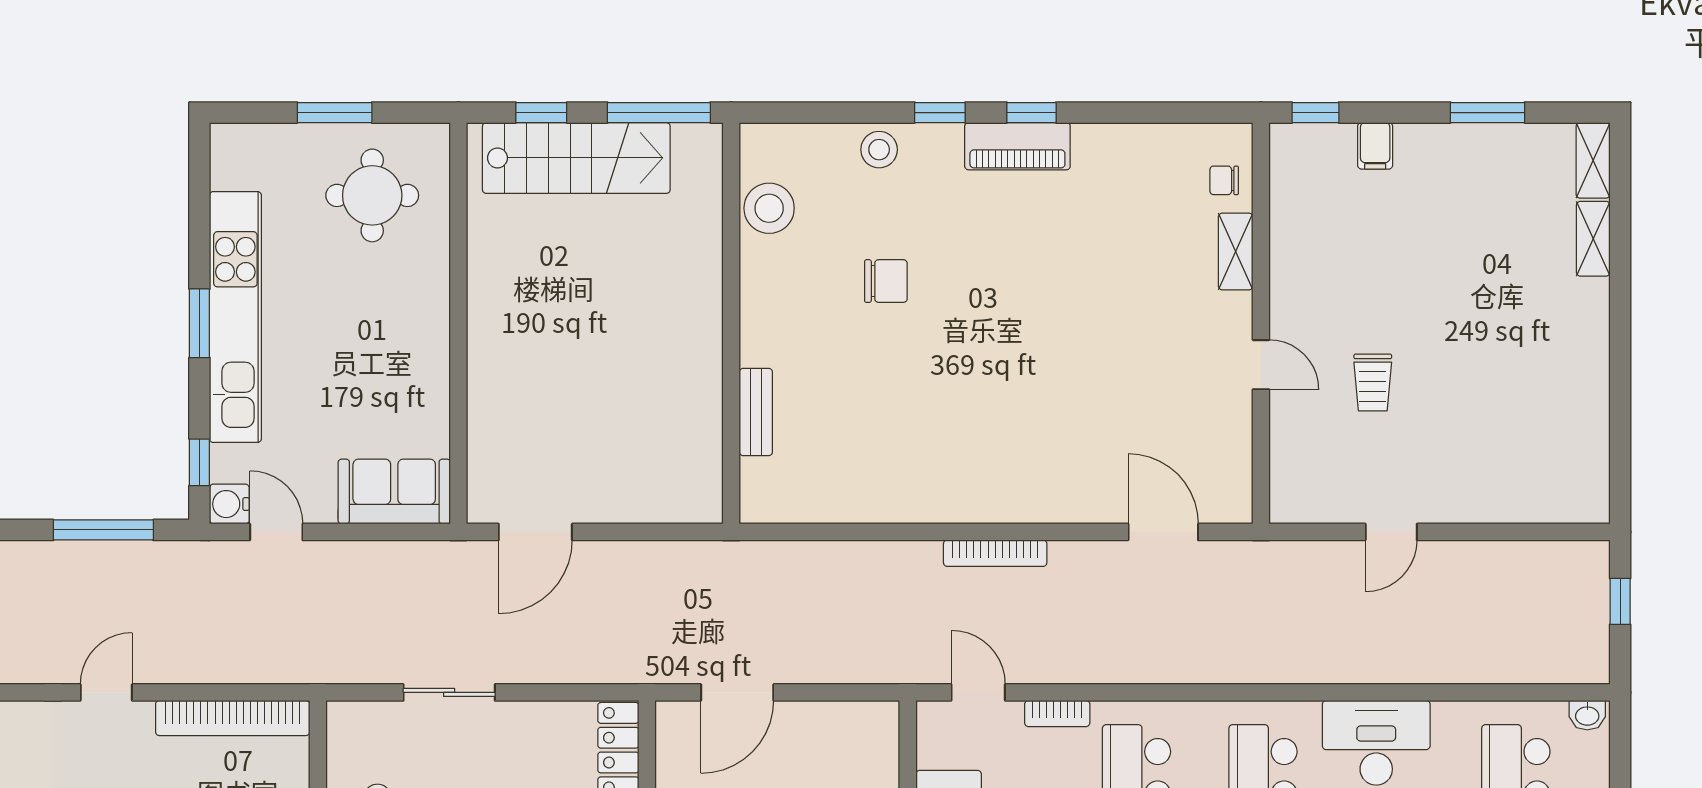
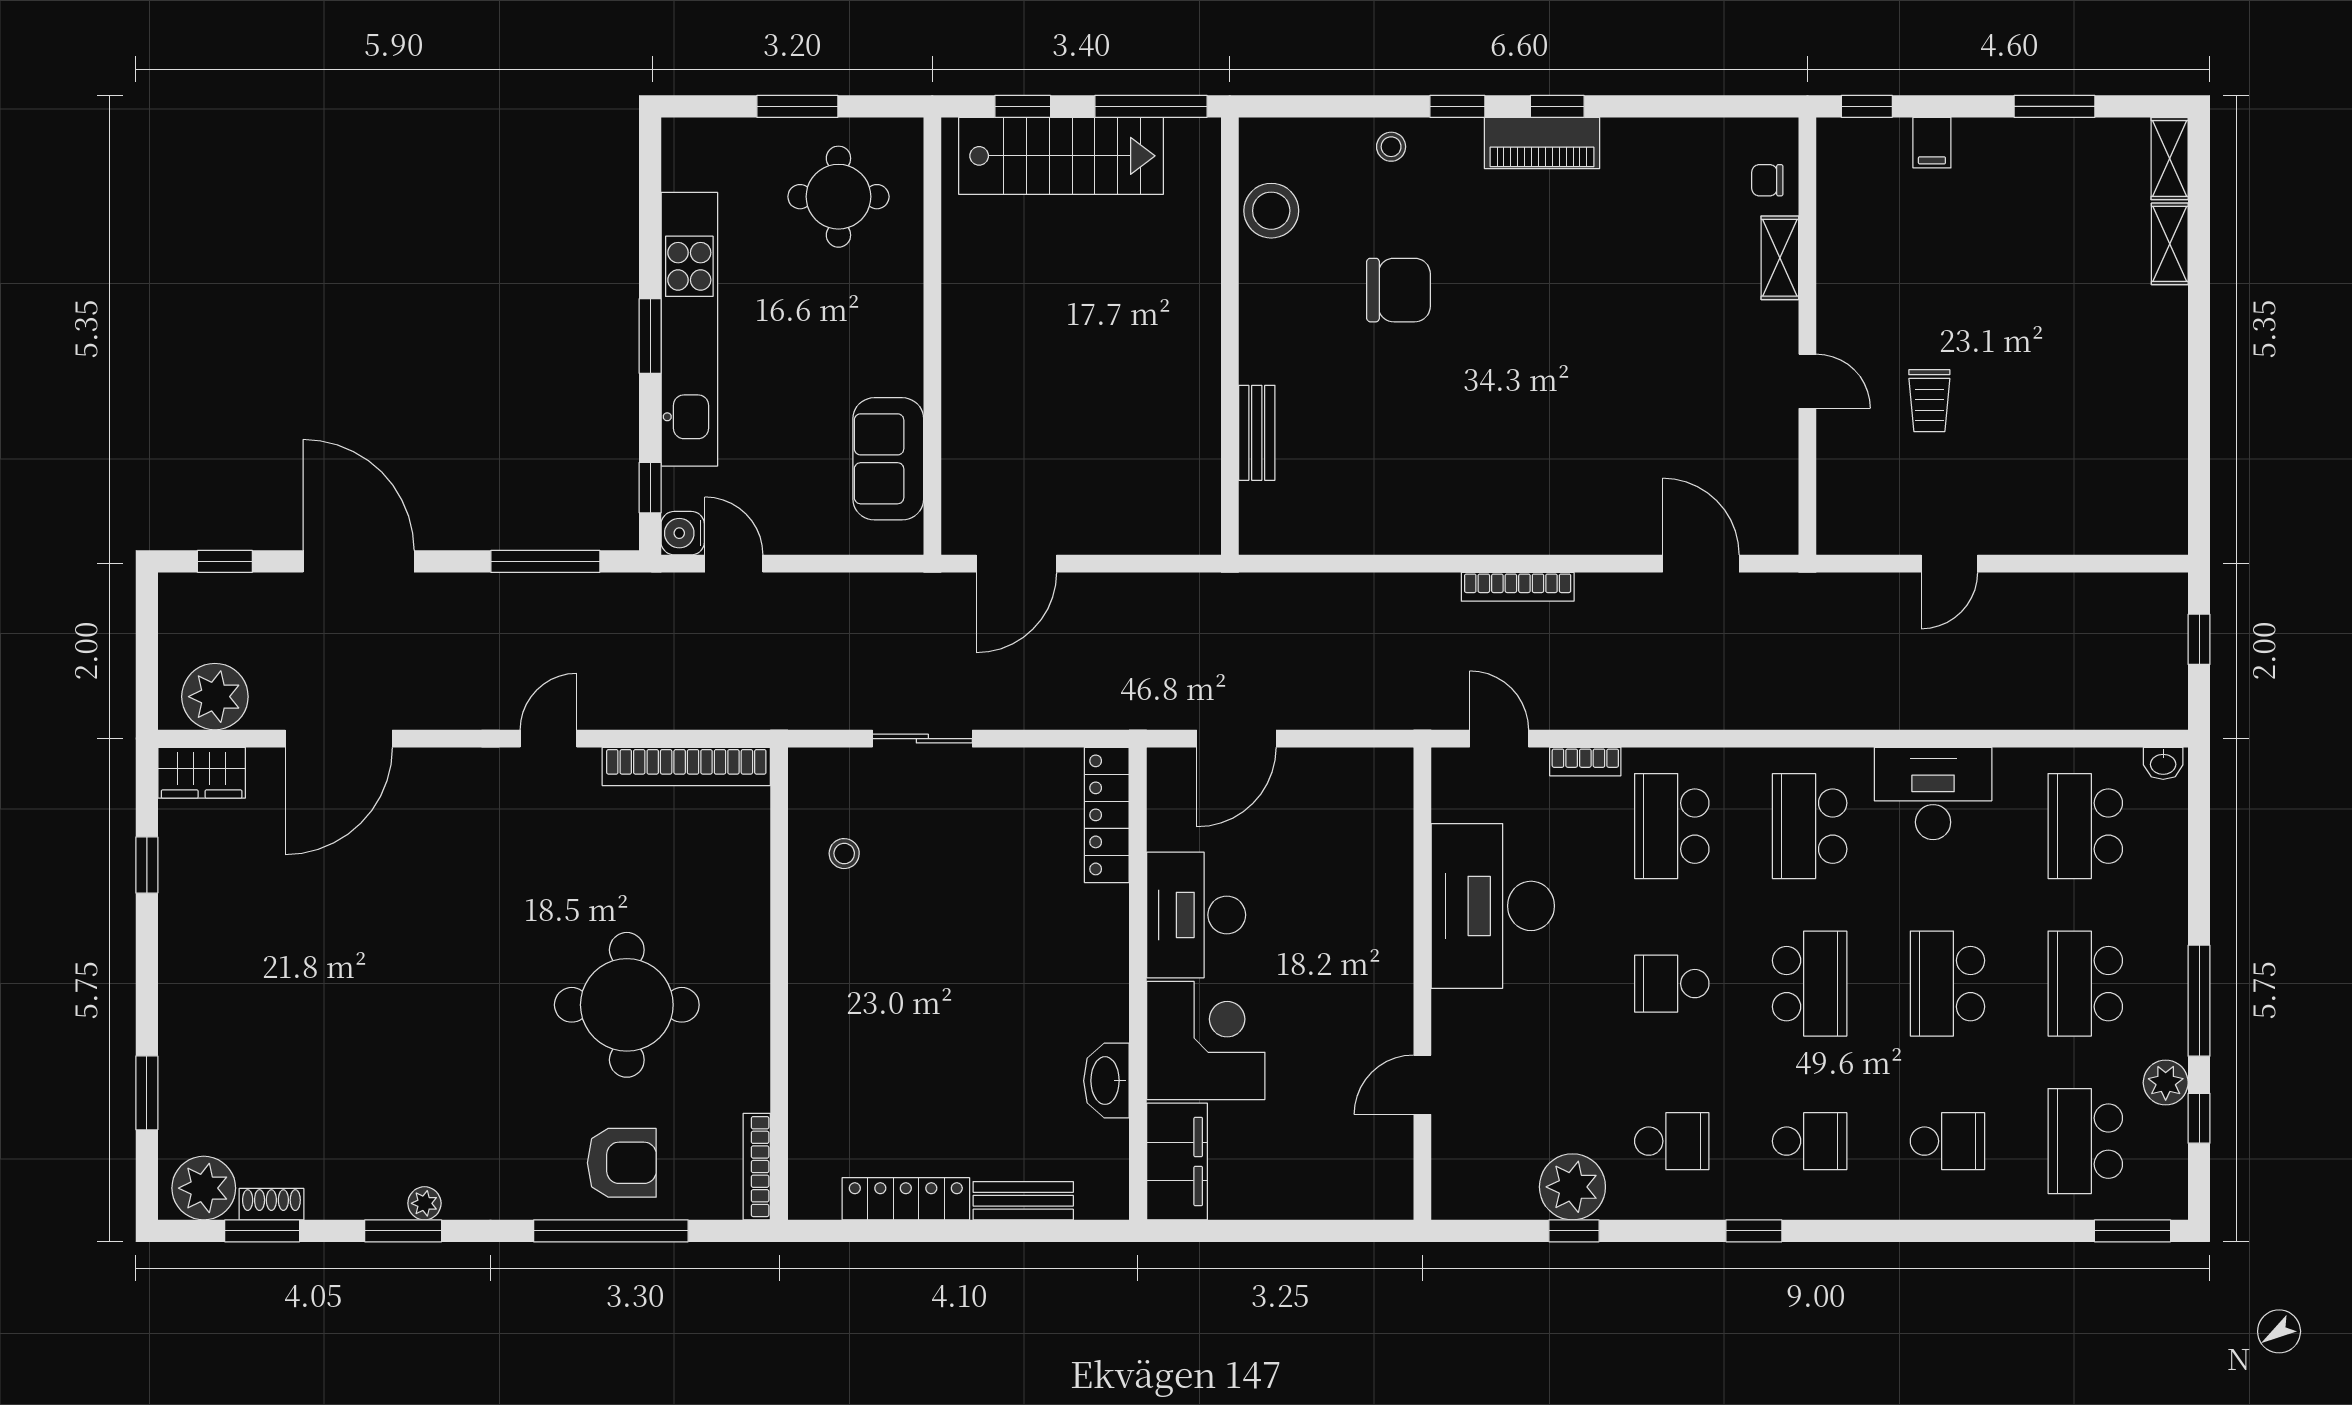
stool: (879, 150) -> (1391, 147), width x0.73, depth x0.73
chair: (886, 281) -> (1398, 290), width x1.37, depth x1.37
sofa: (394, 492) -> (888, 459), moved, turned -90

